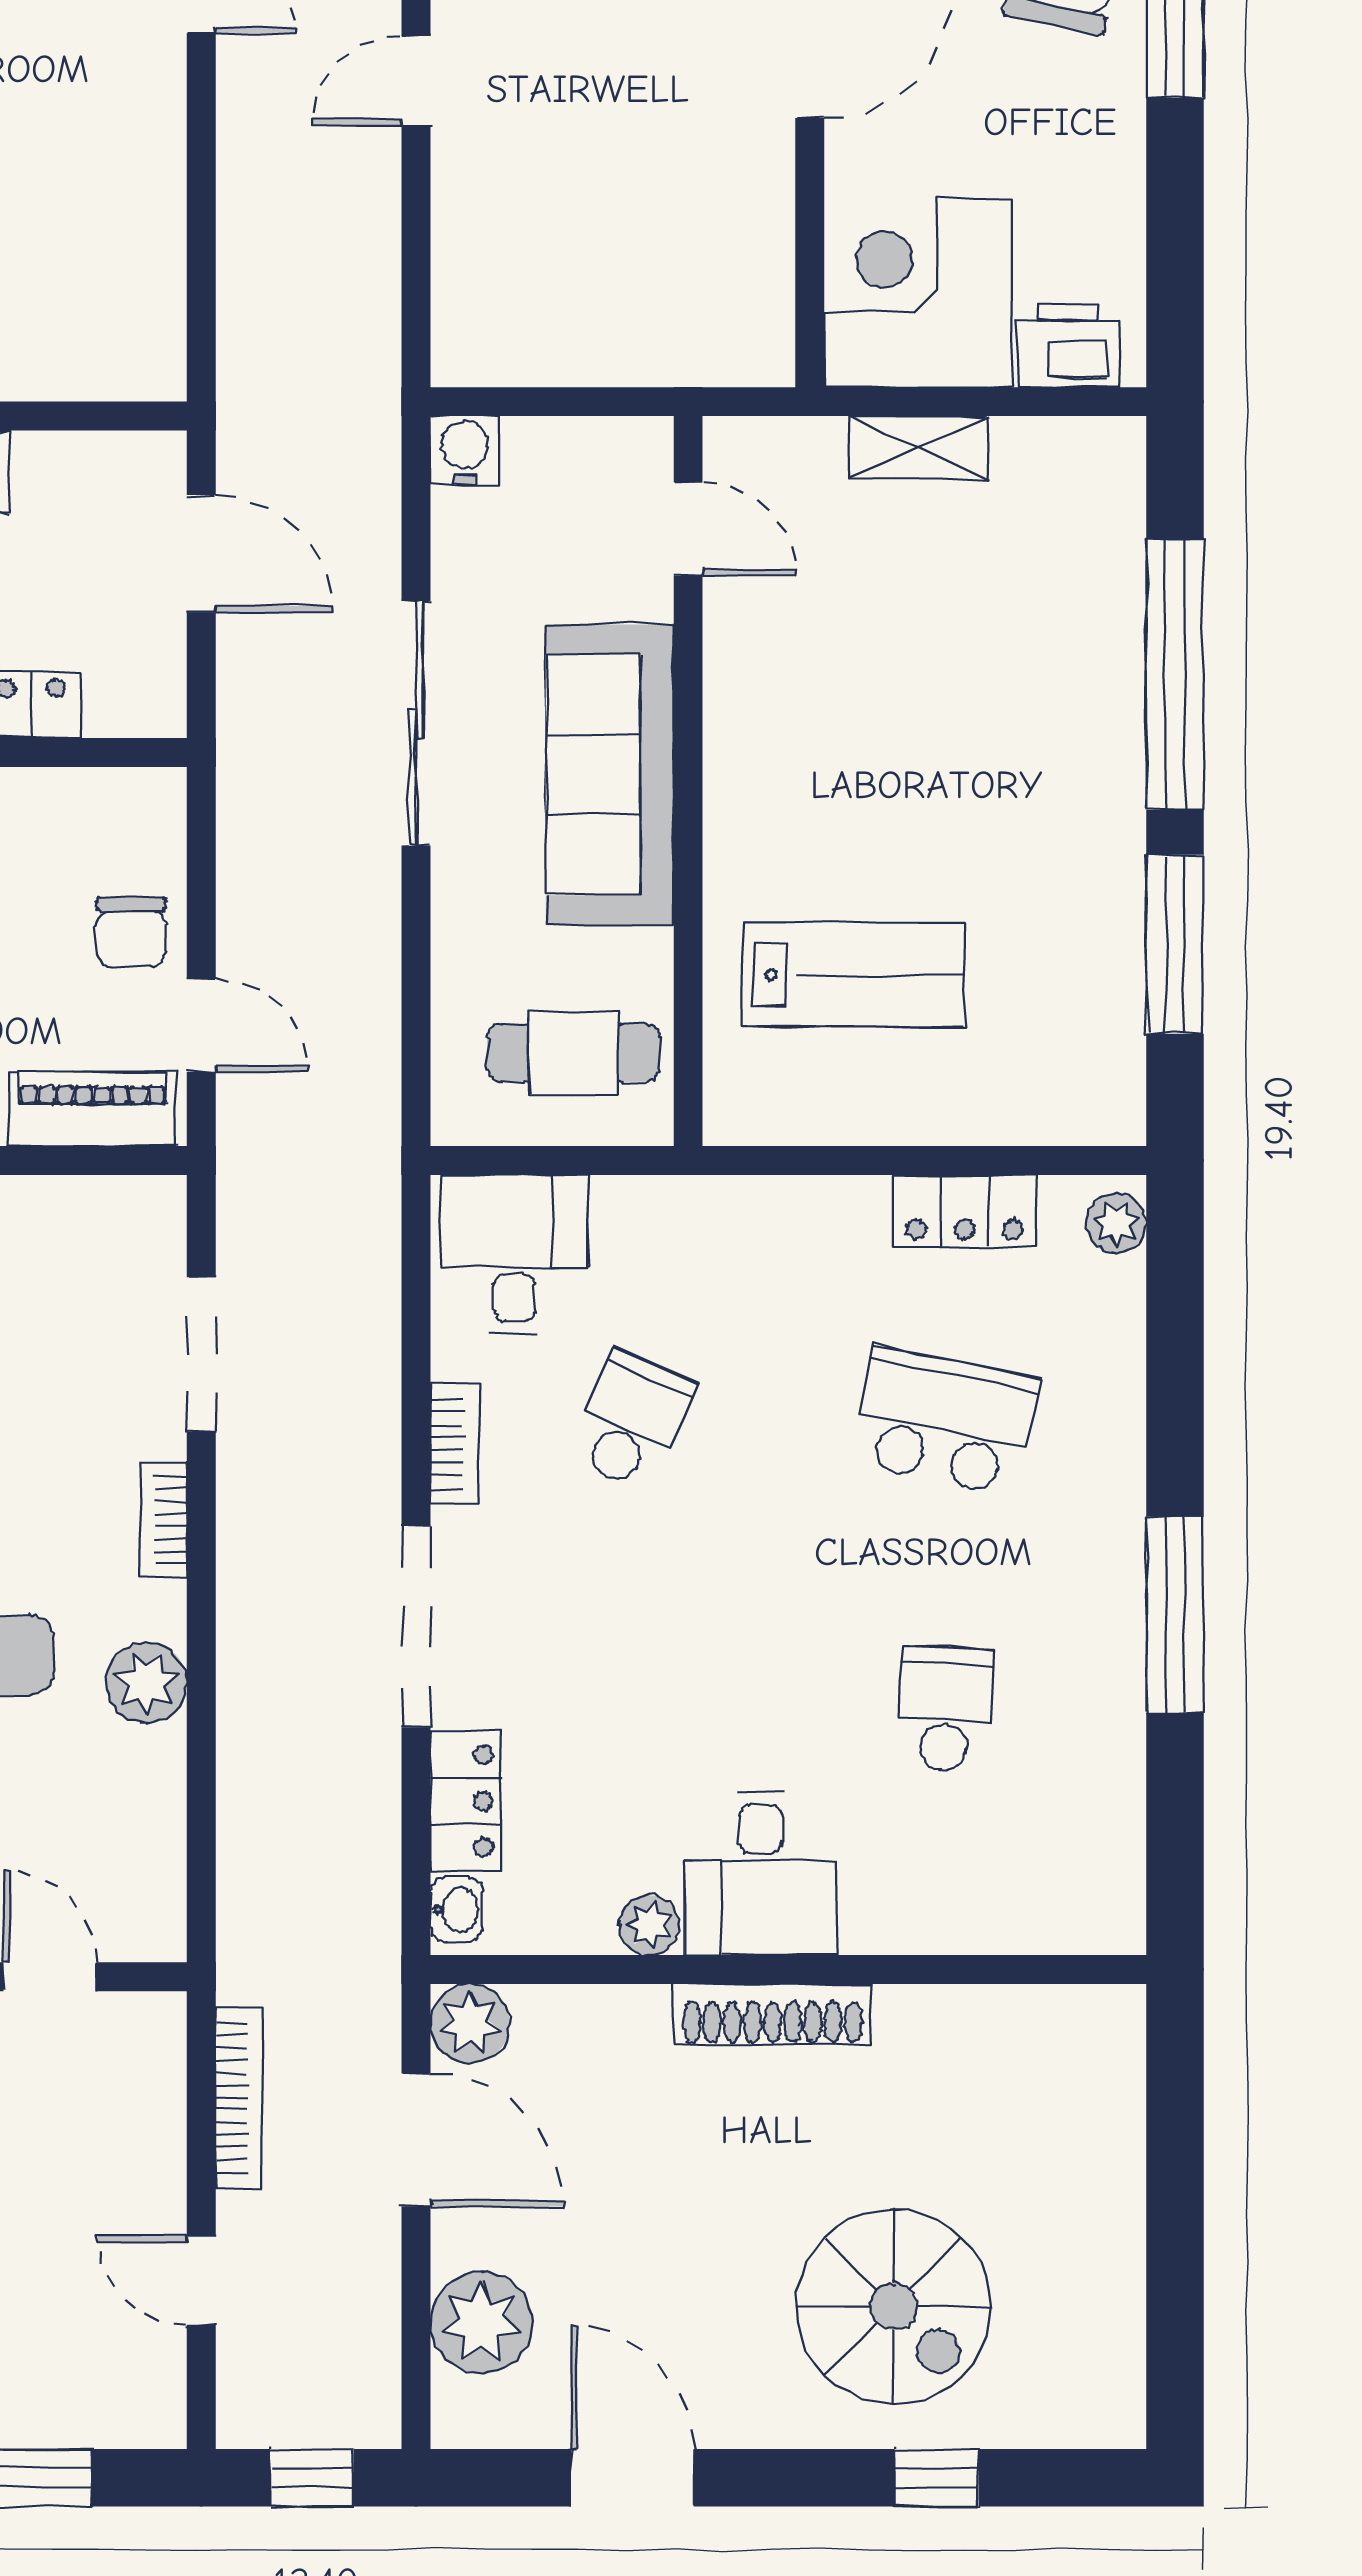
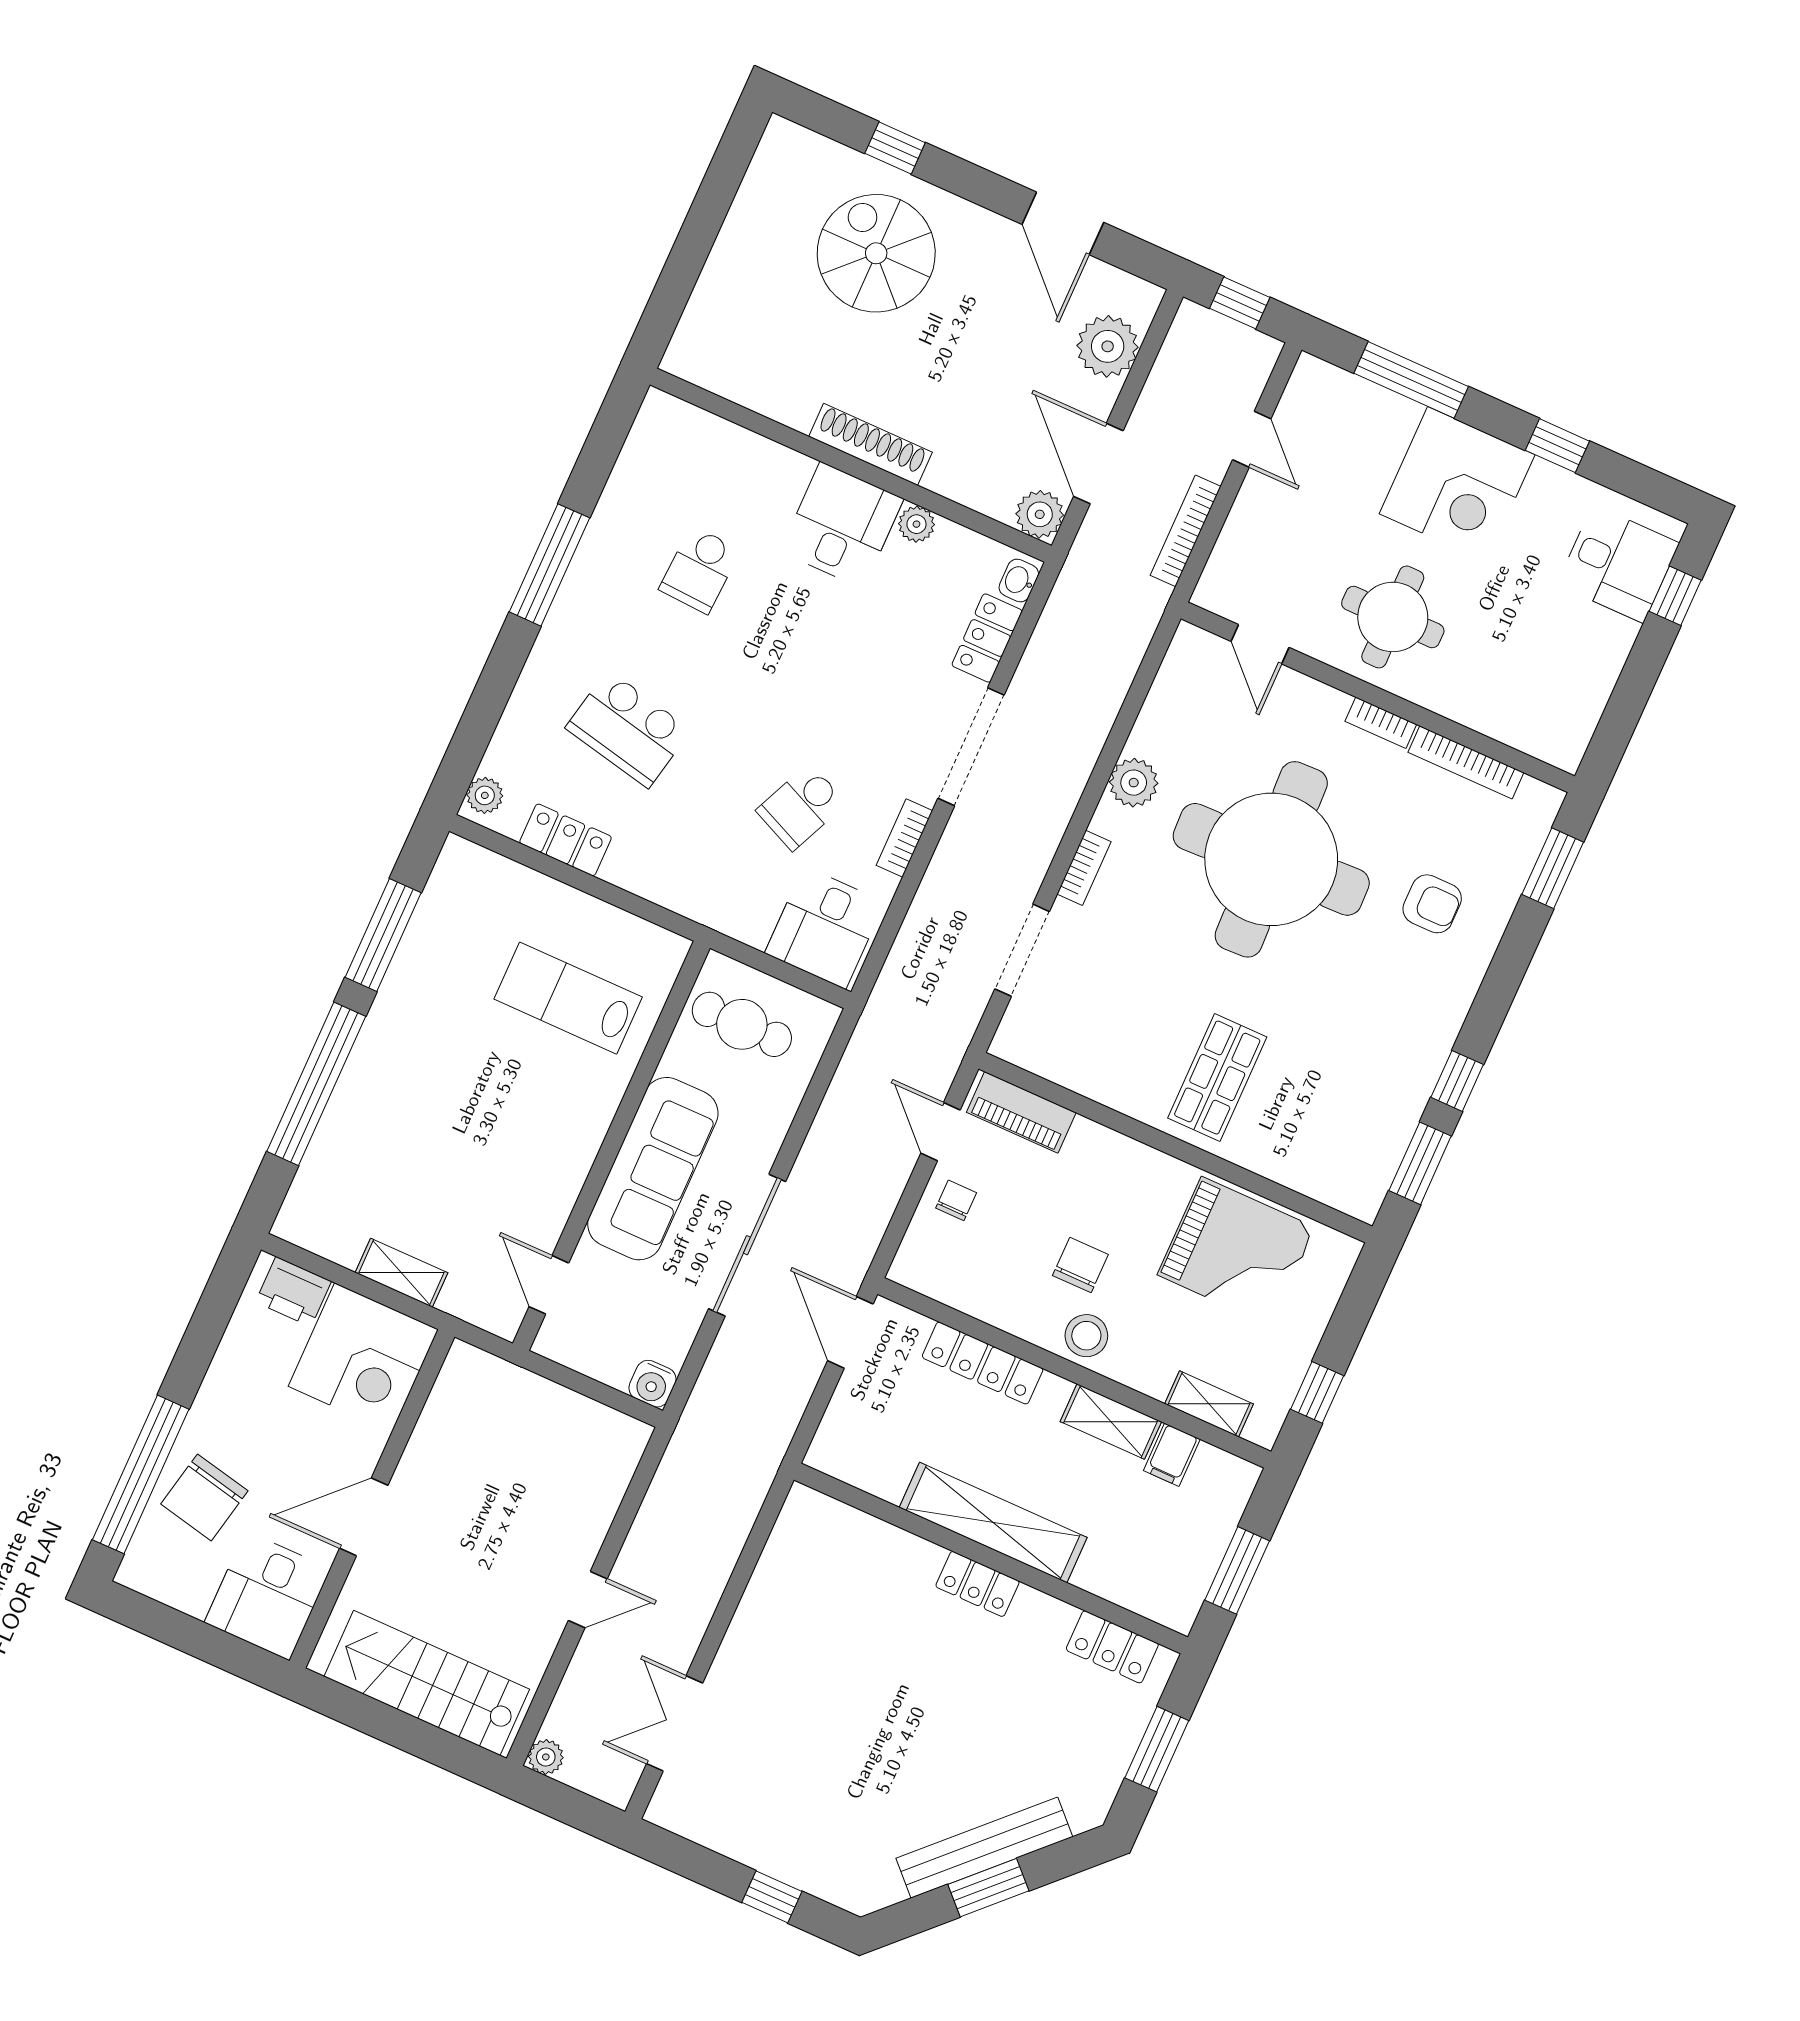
door: (201, 554) -> (850, 1332), moved
chair: (131, 932) -> (956, 1200), width x0.73, depth x0.73

